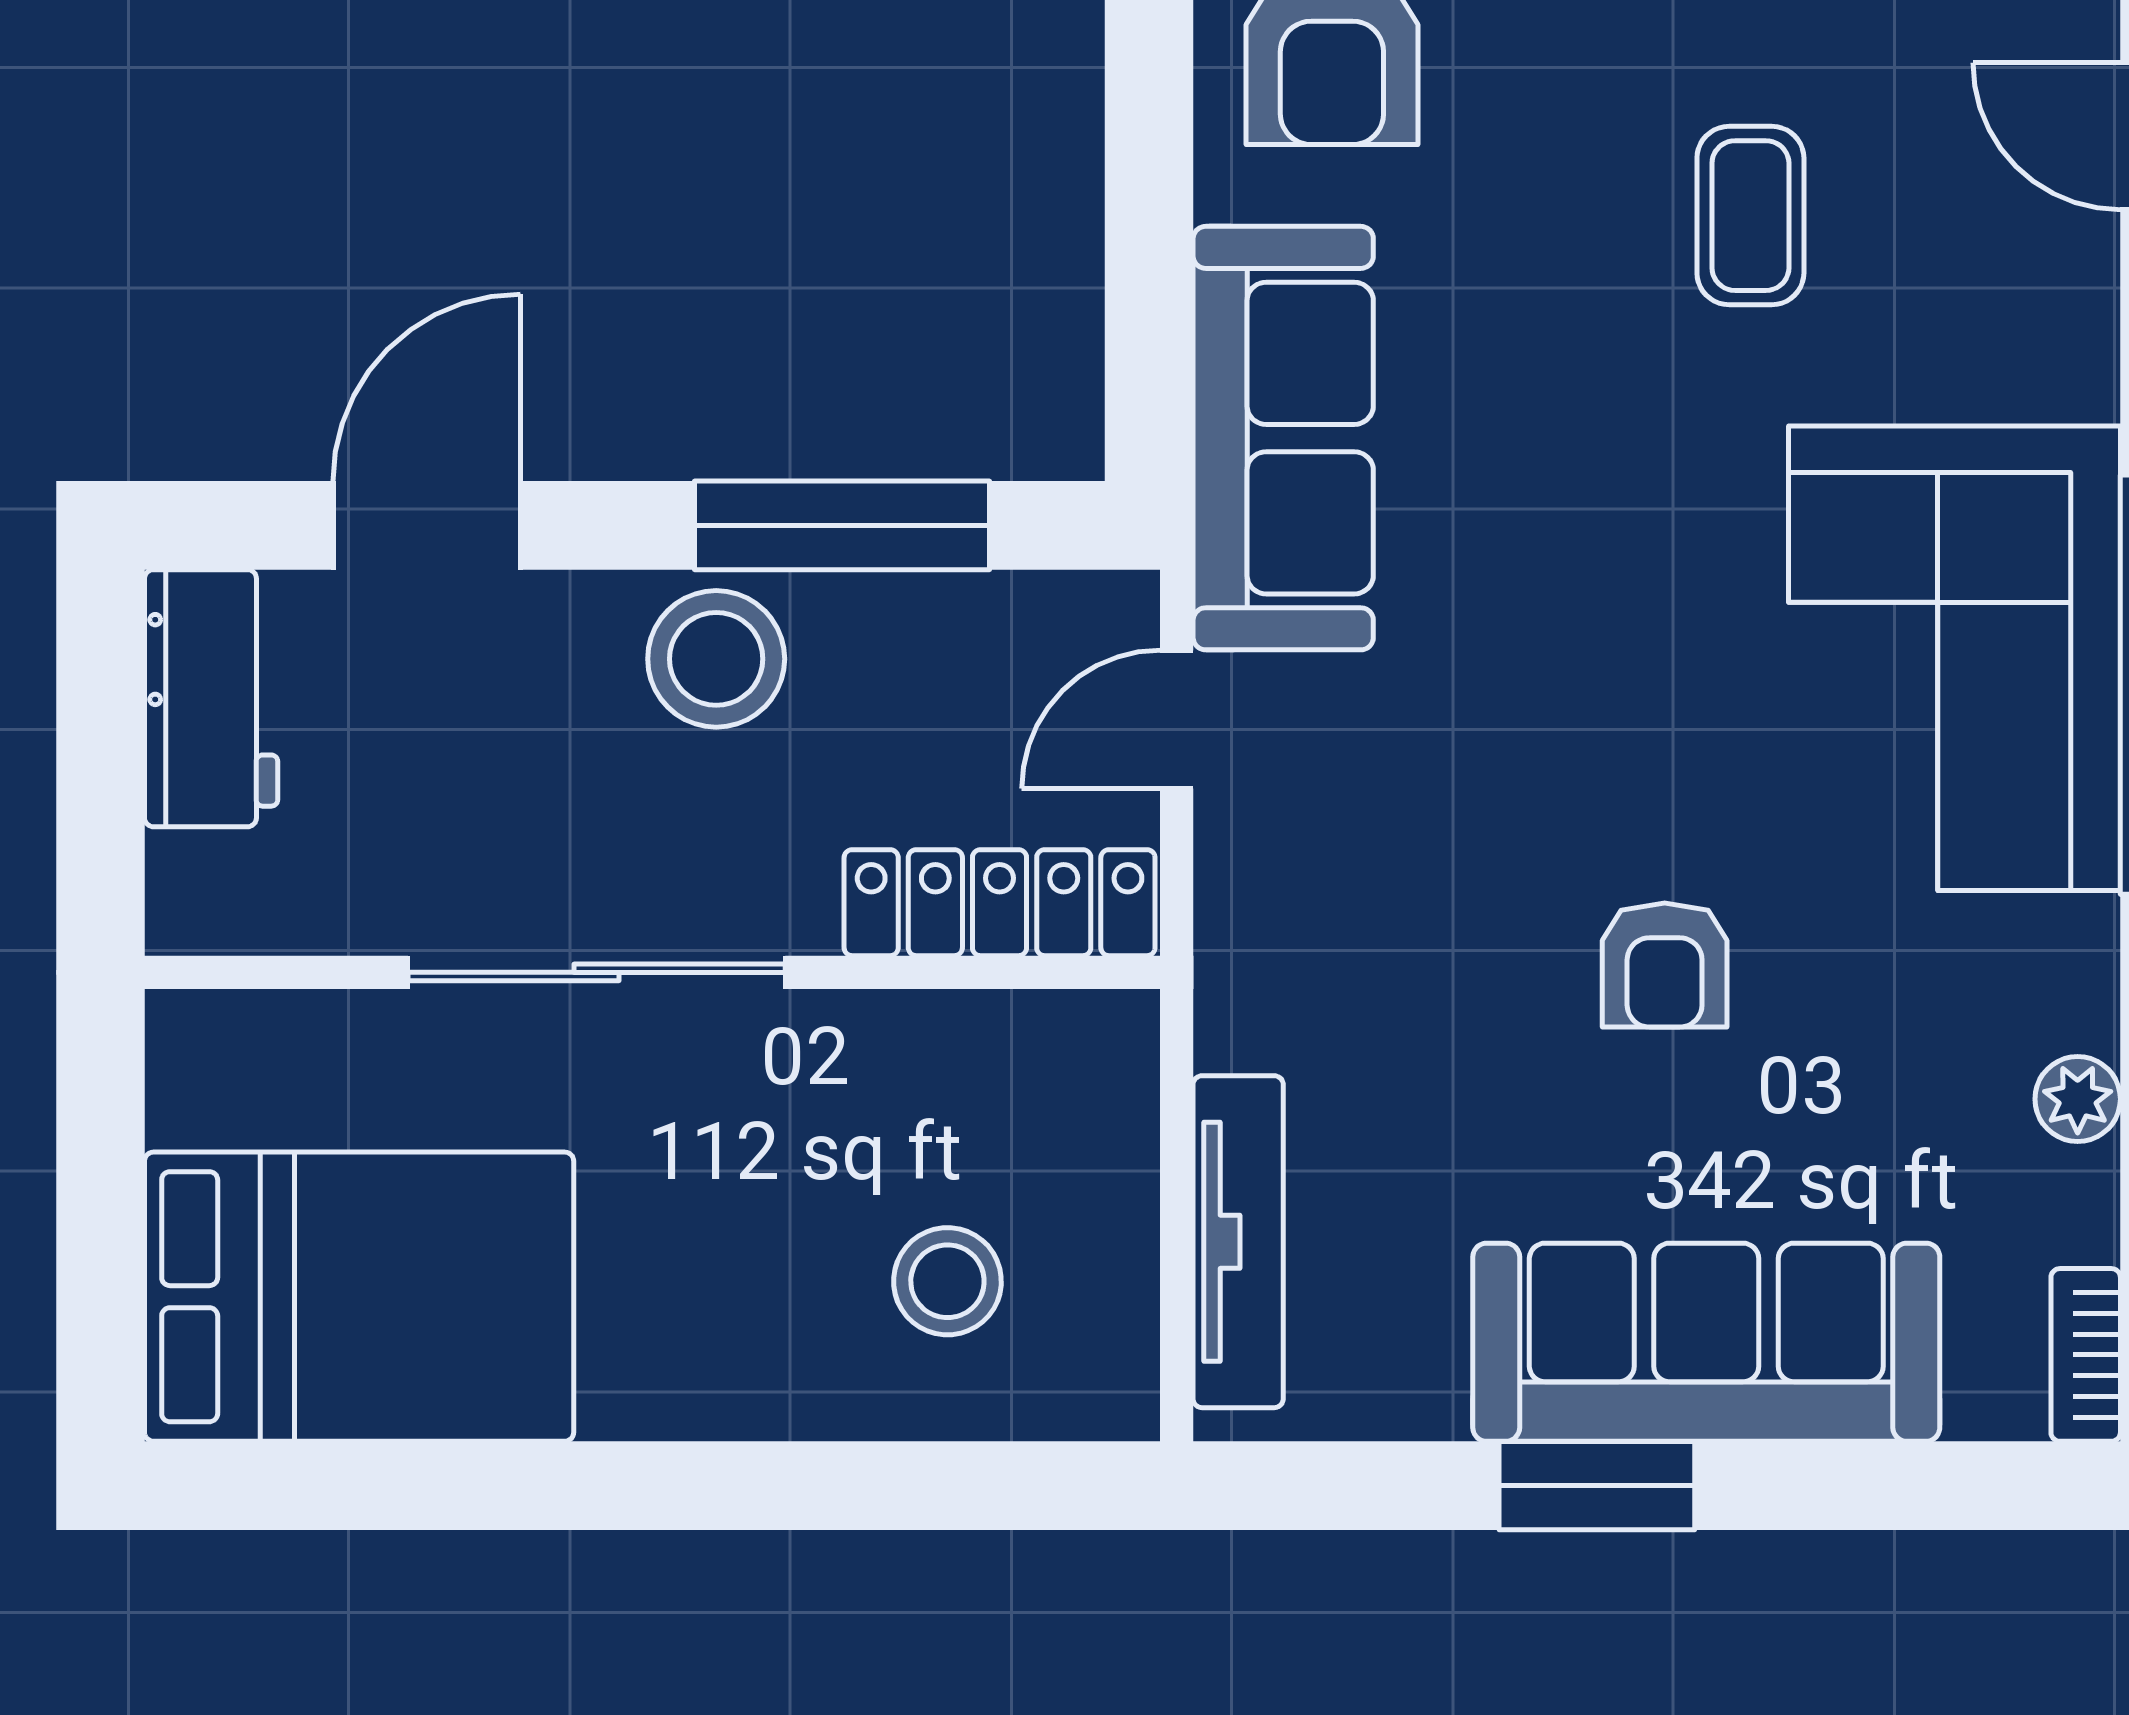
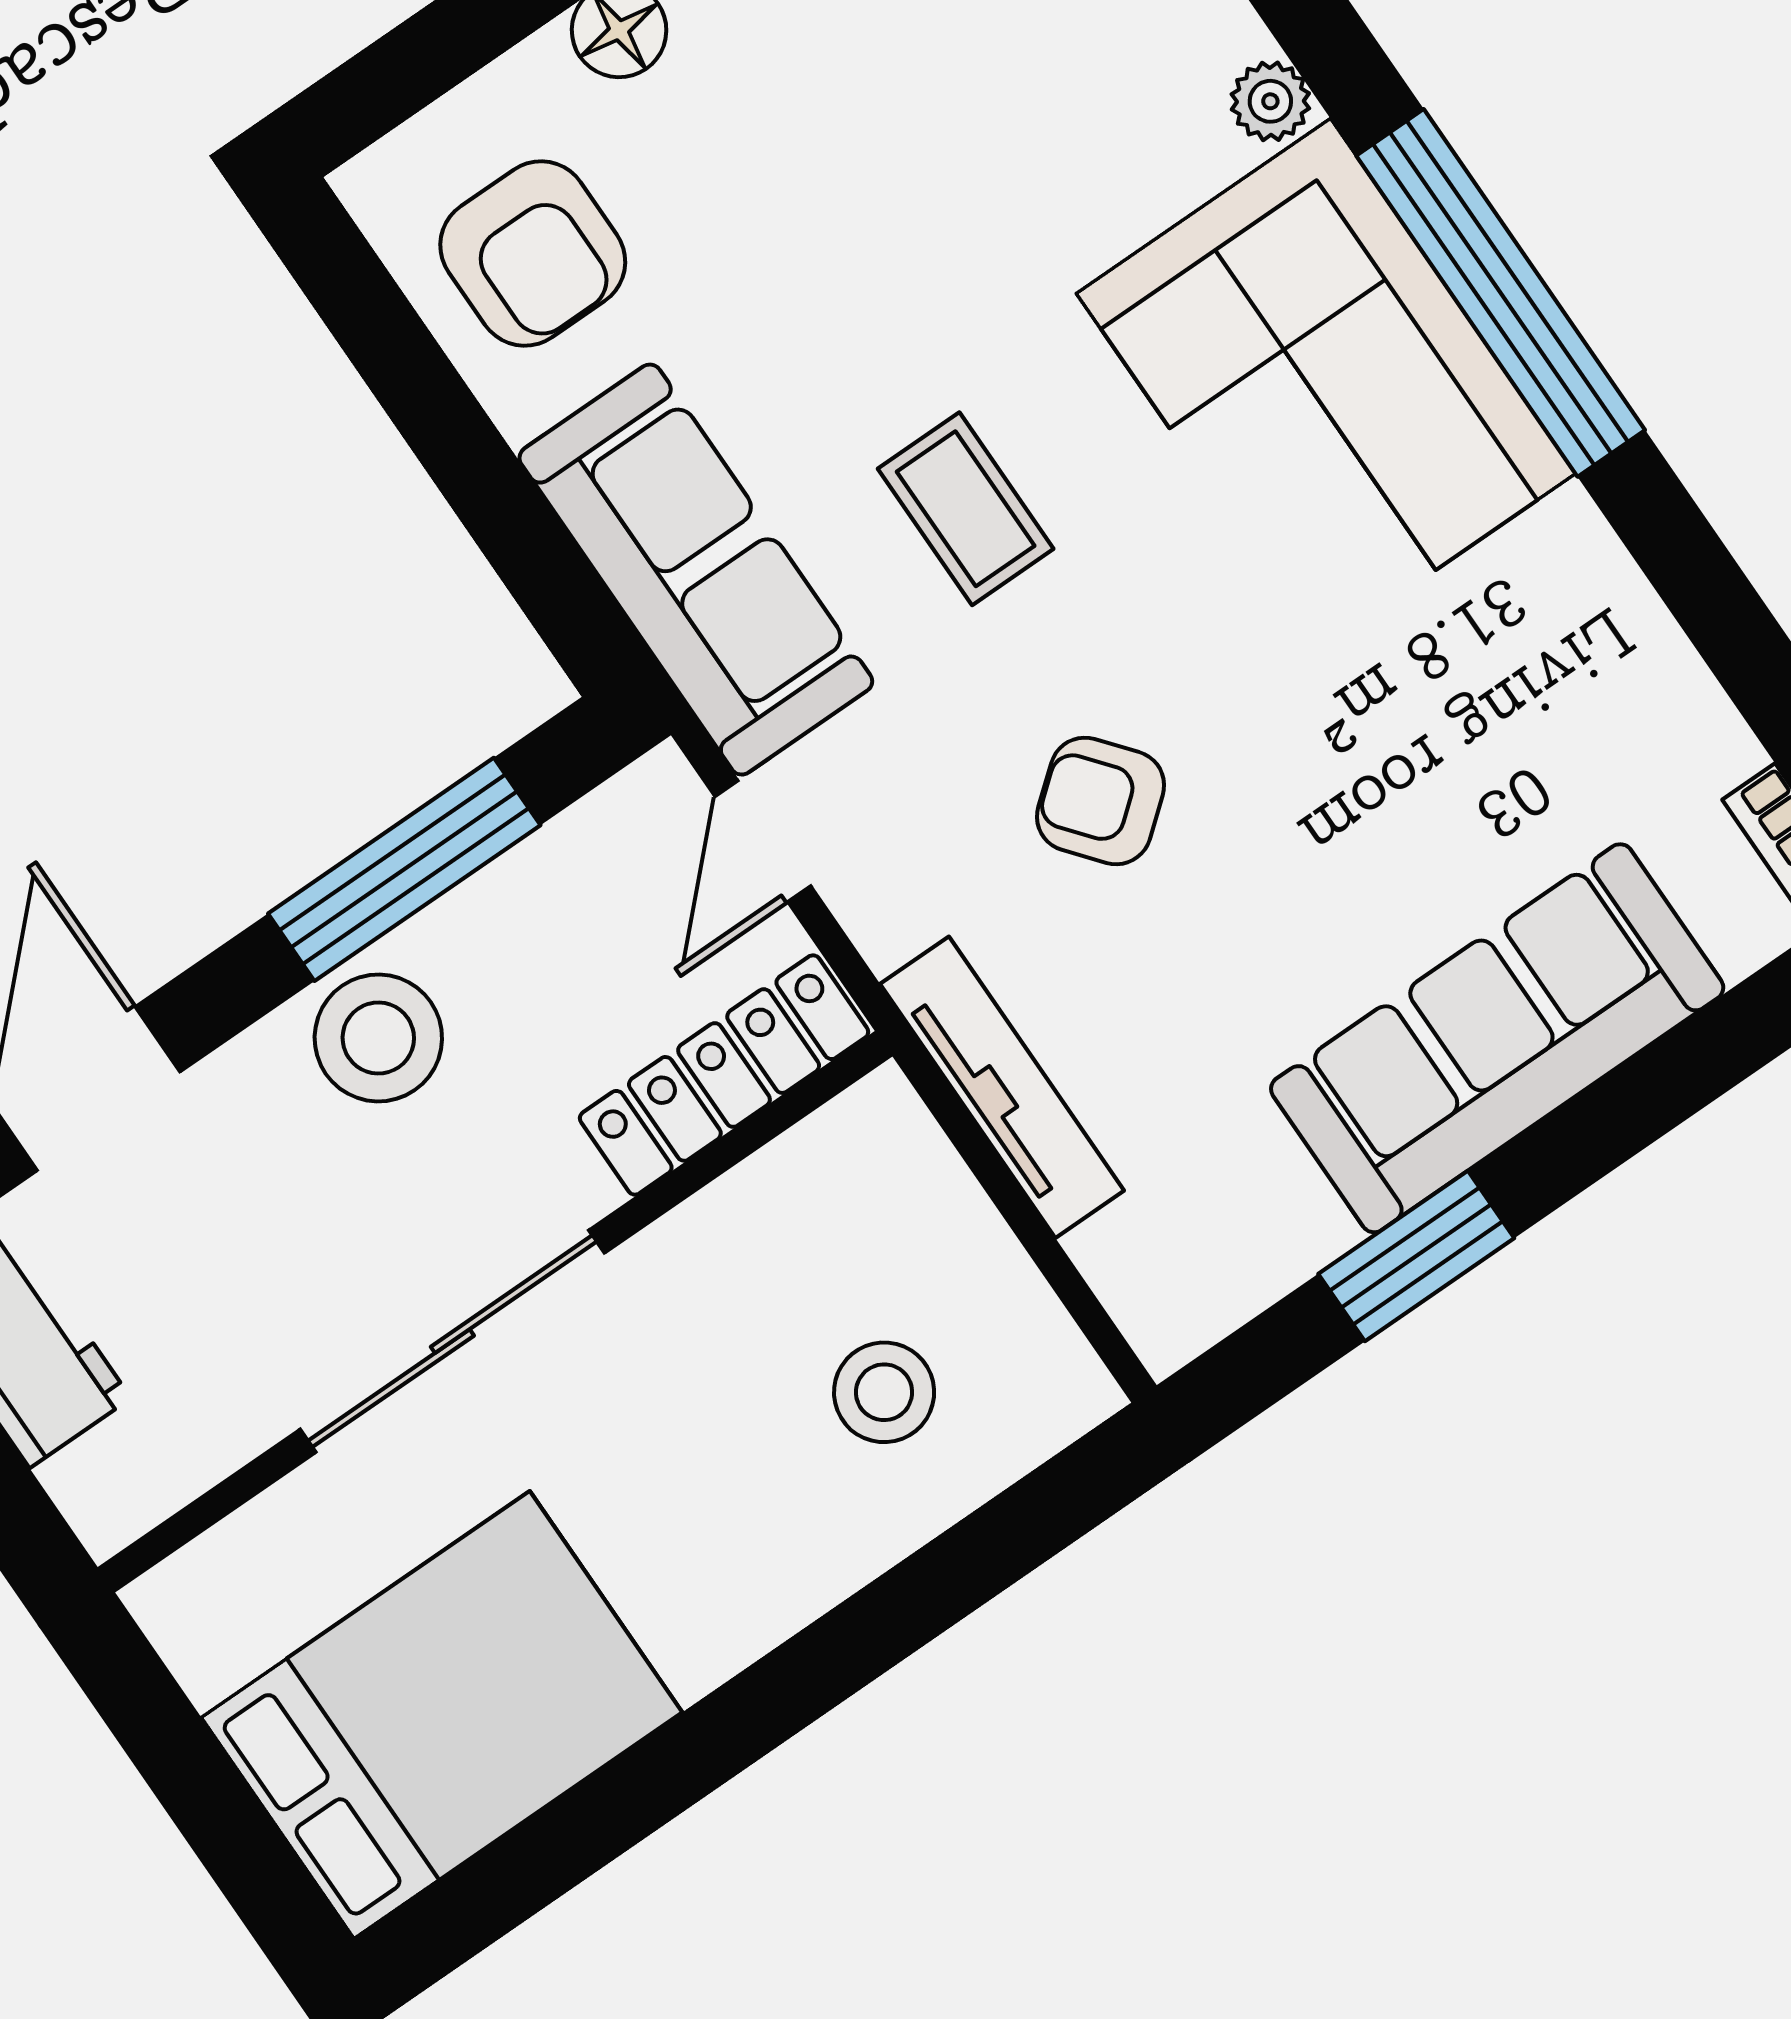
coffee table: (1750, 216) -> (966, 509), moved
armchair: (1665, 965) -> (1101, 801), moved, turned 141
plant: (2078, 1099) -> (1270, 101), moved
tv unit: (1238, 1242) -> (1002, 1087), moved
window: (1597, 1486) -> (1416, 1256), moved

